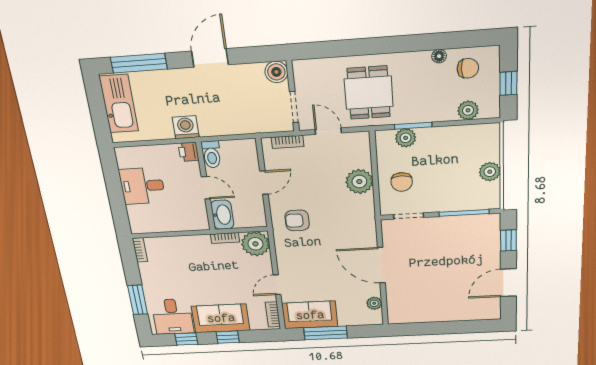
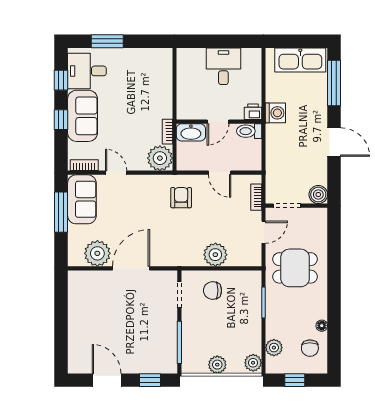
plant: (406, 138) -> (253, 363), moved
bookcase: (140, 250) -> (160, 53), removed
plant: (374, 303) -> (97, 253), width x1.87, depth x1.87

